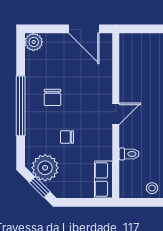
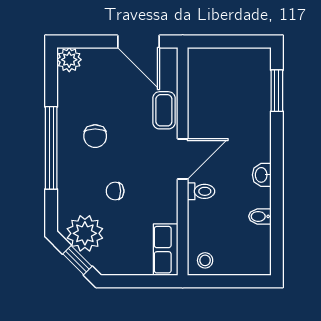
coffee table: (102, 79) -> (164, 110), added
door: (116, 114) -> (183, 159), width x1.37
toilet: (129, 154) -> (201, 191), moved
stool: (152, 188) -> (205, 260), moved

